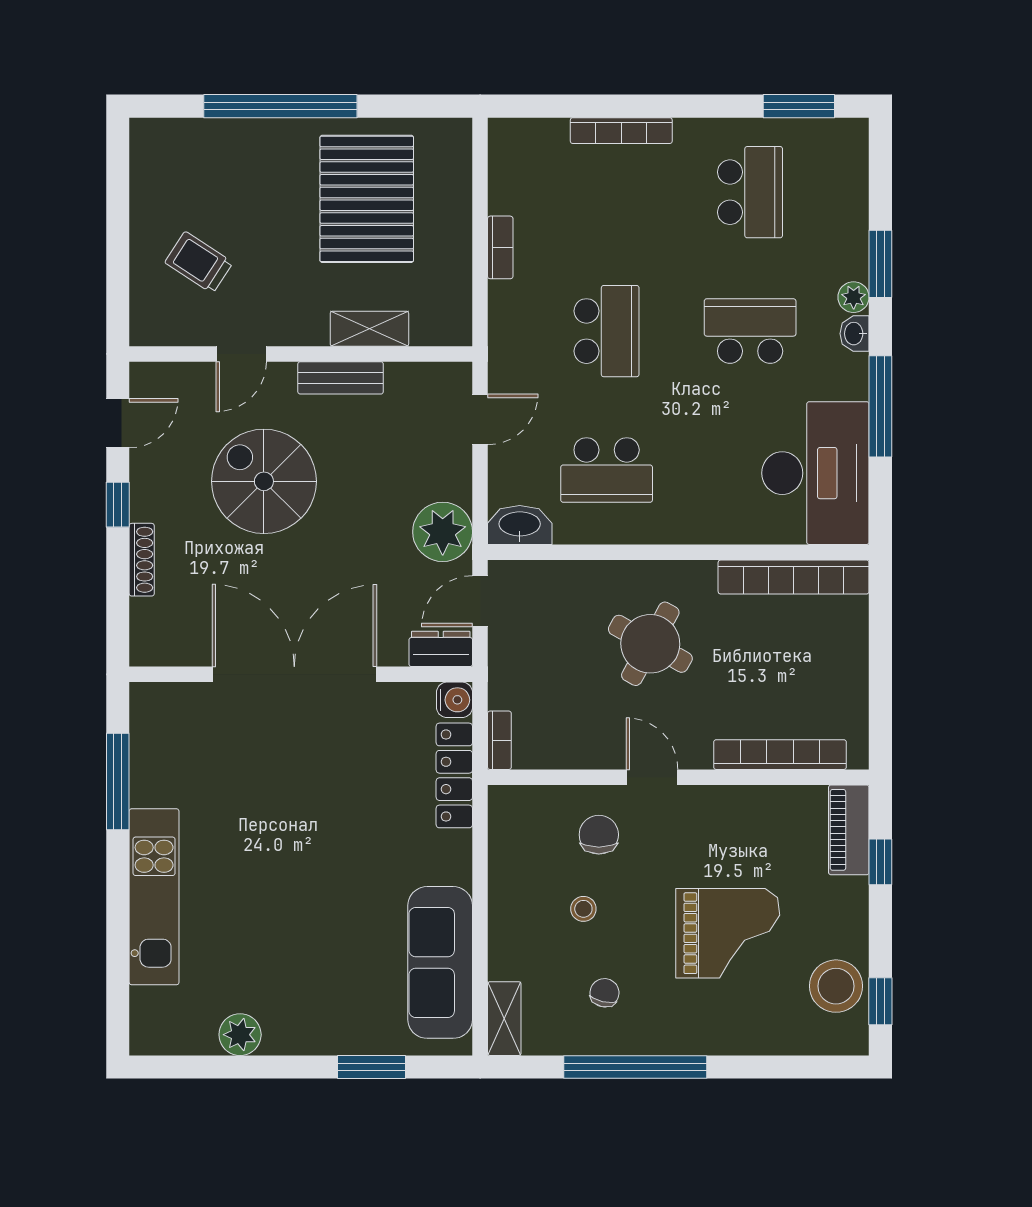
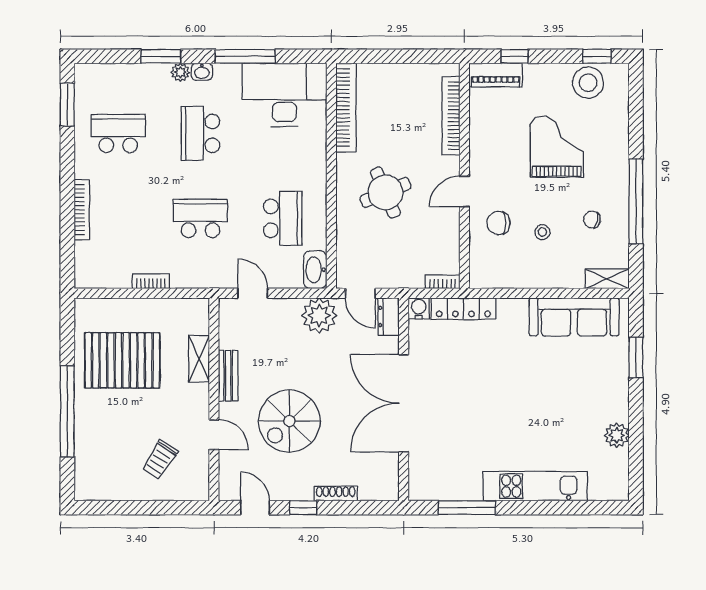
round table: (650, 644) -> (385, 192), turned 38

